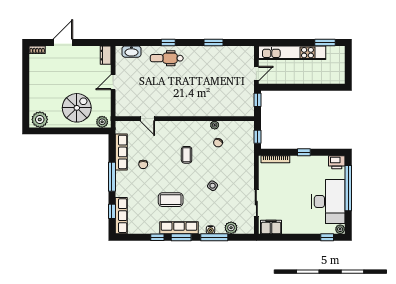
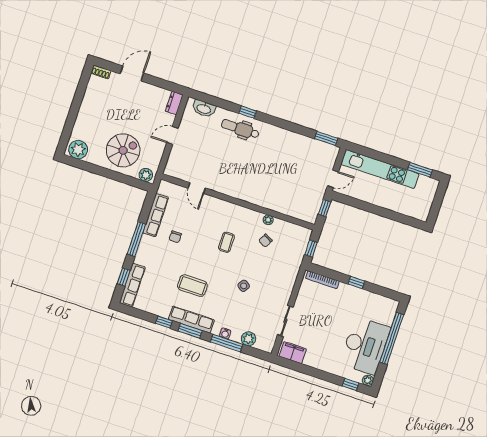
window: (214, 42) -> (326, 138), moved
printer: (337, 162) -> (389, 306), removed

